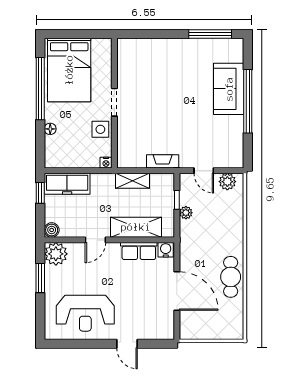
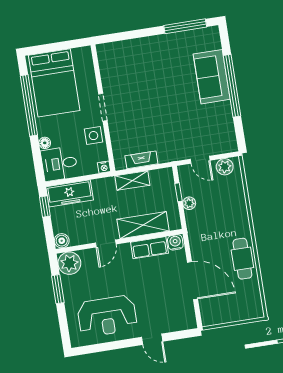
desk: (62, 152) -> (59, 164), added
fireplace: (163, 161) -> (141, 160), moved

